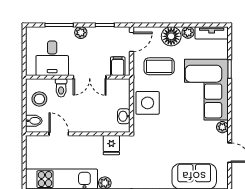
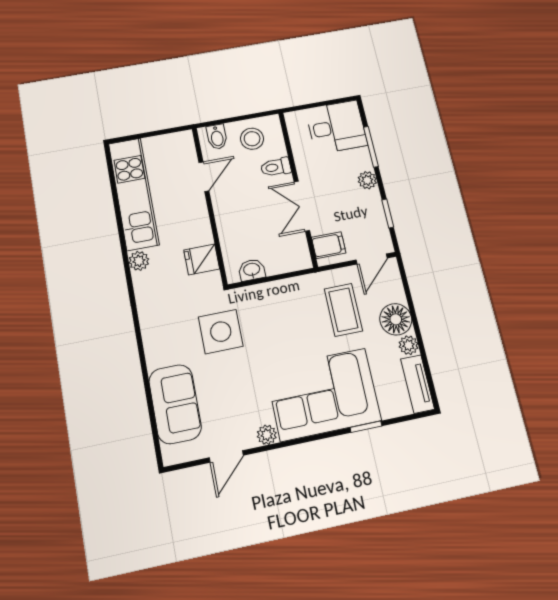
door: (131, 42) -> (372, 259), hinge flipped
desk: (52, 58) -> (336, 127), moved, turned 180
side table: (148, 103) -> (221, 332), moved

